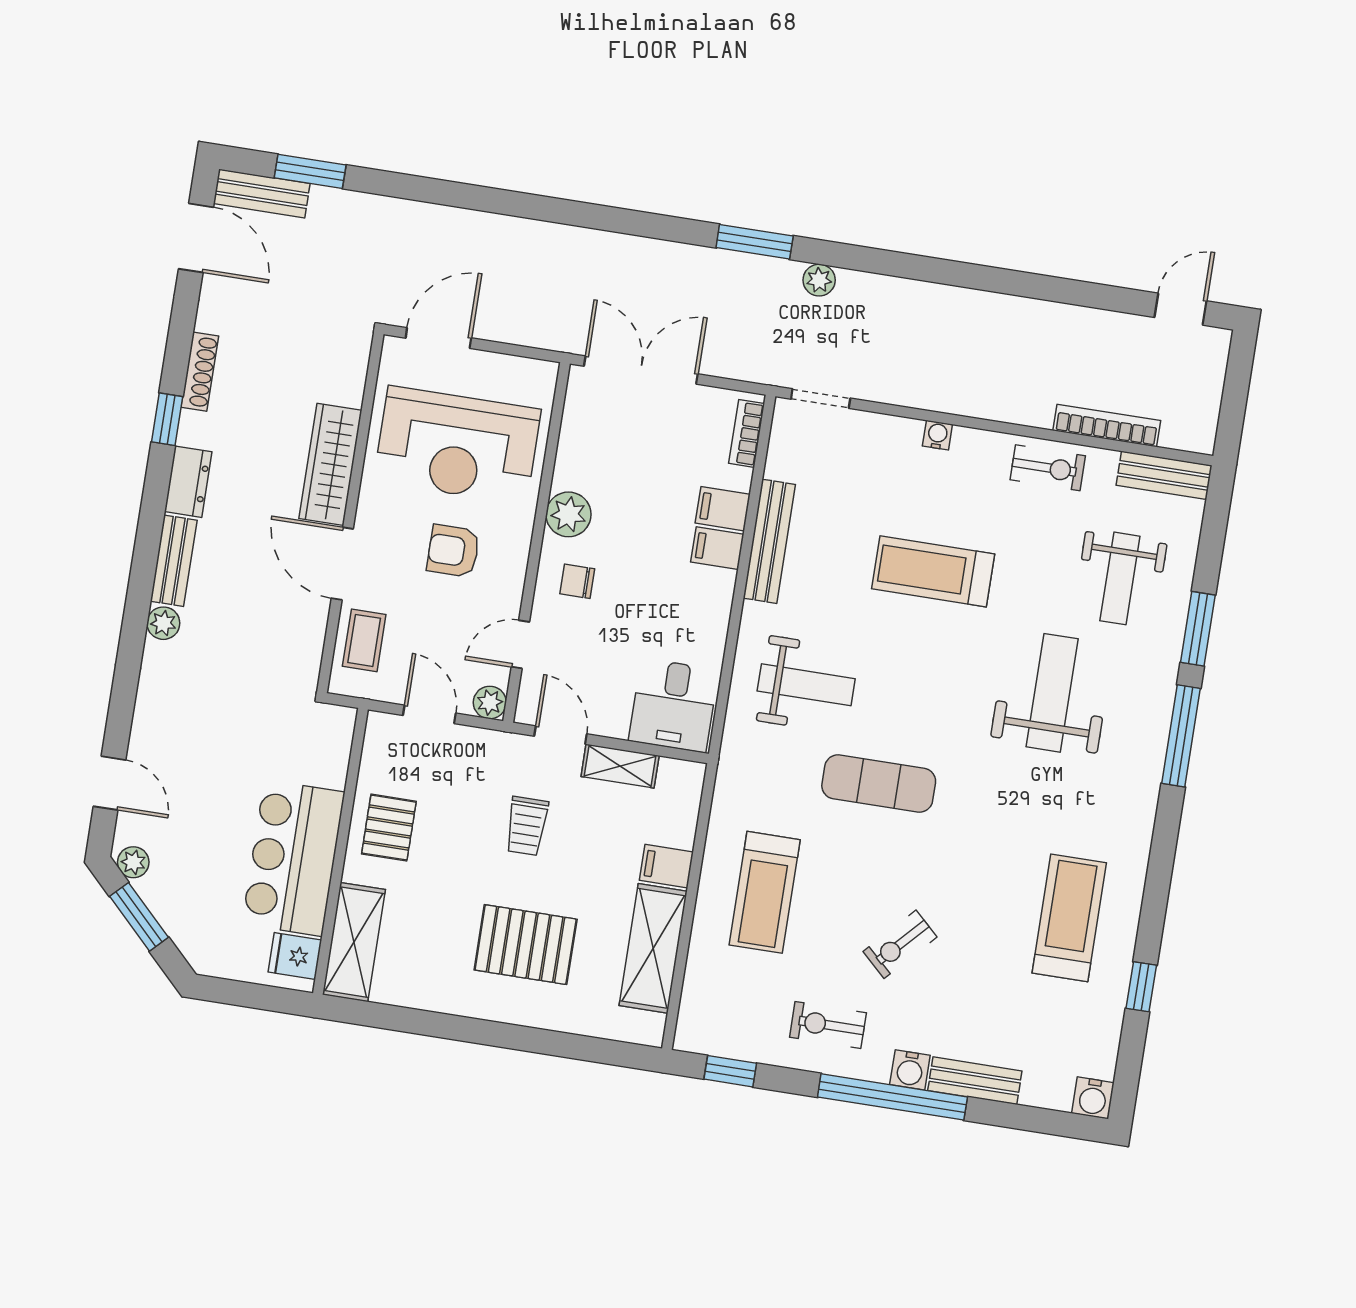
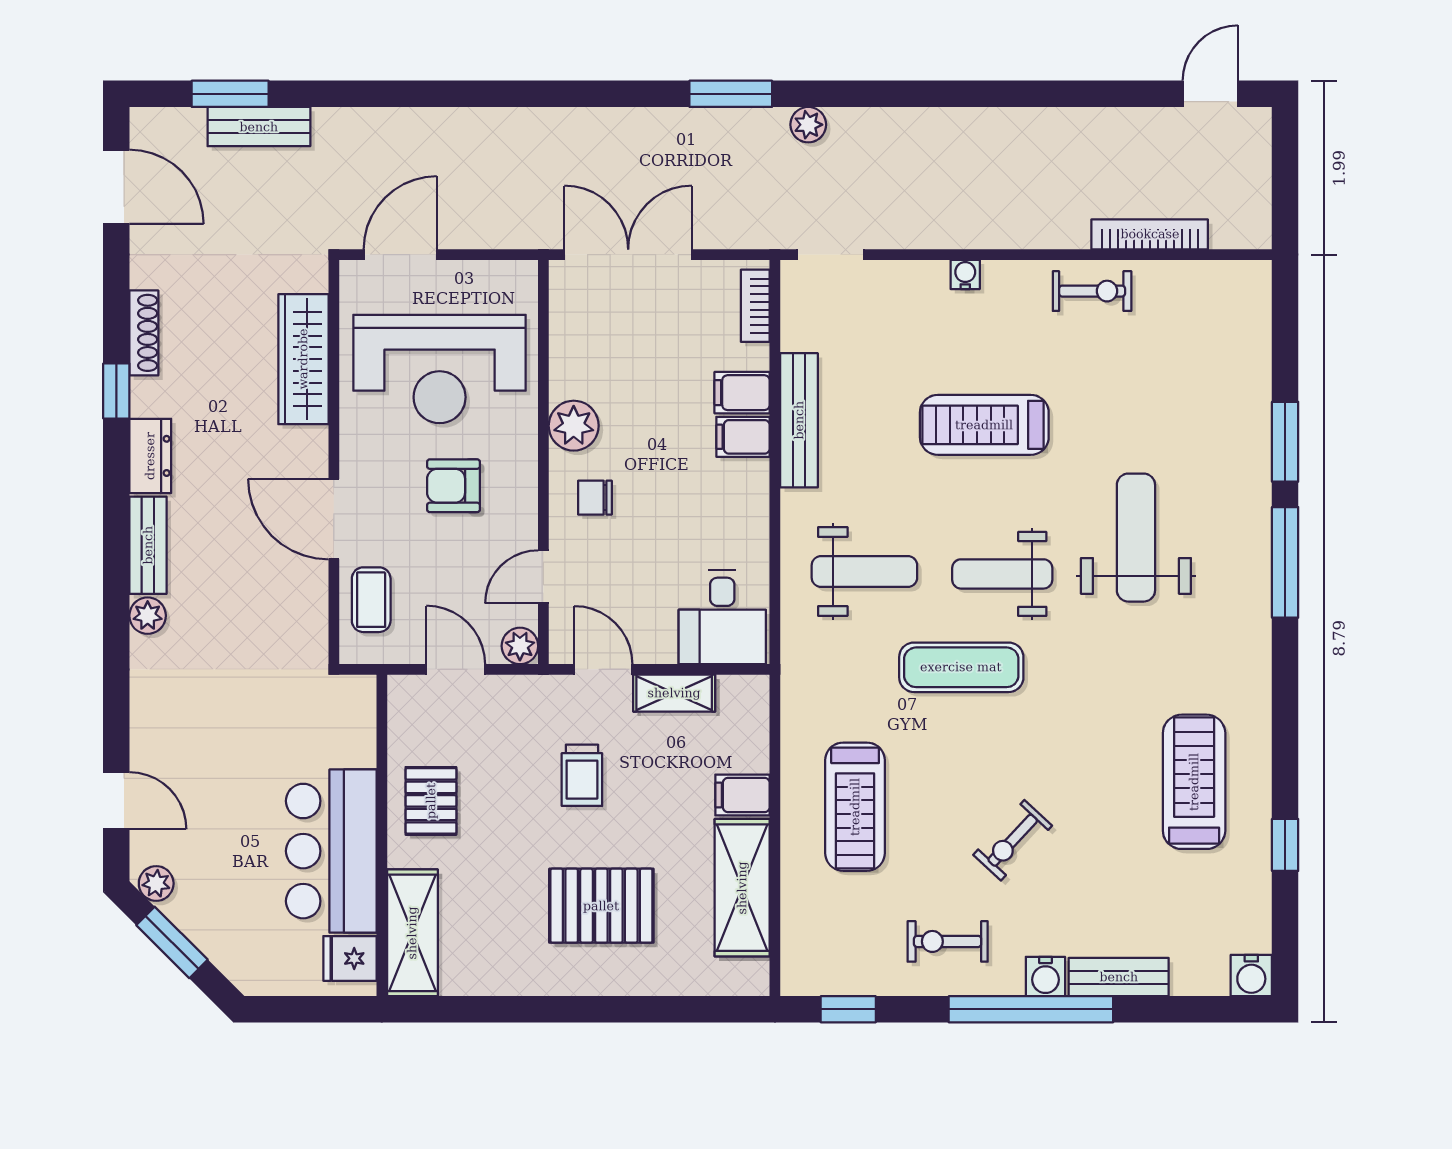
bench: (262, 193) -> (259, 127), moved
wardrobe: (330, 464) -> (303, 359), moved
bench: (1164, 475) -> (1221, 279), removed
weight bench: (1120, 578) -> (1002, 574), moved, turned 90

